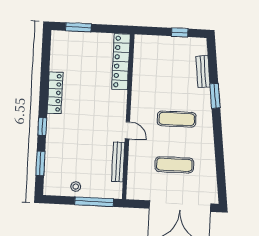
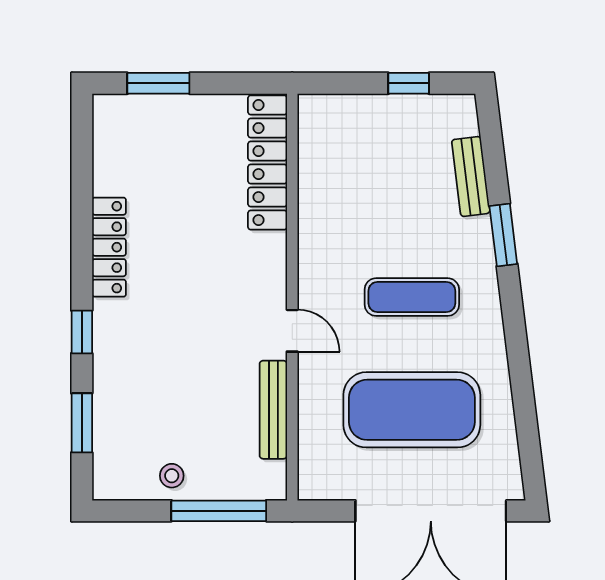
exercise mat: (174, 165) -> (412, 410), width x2.00, depth x1.45

